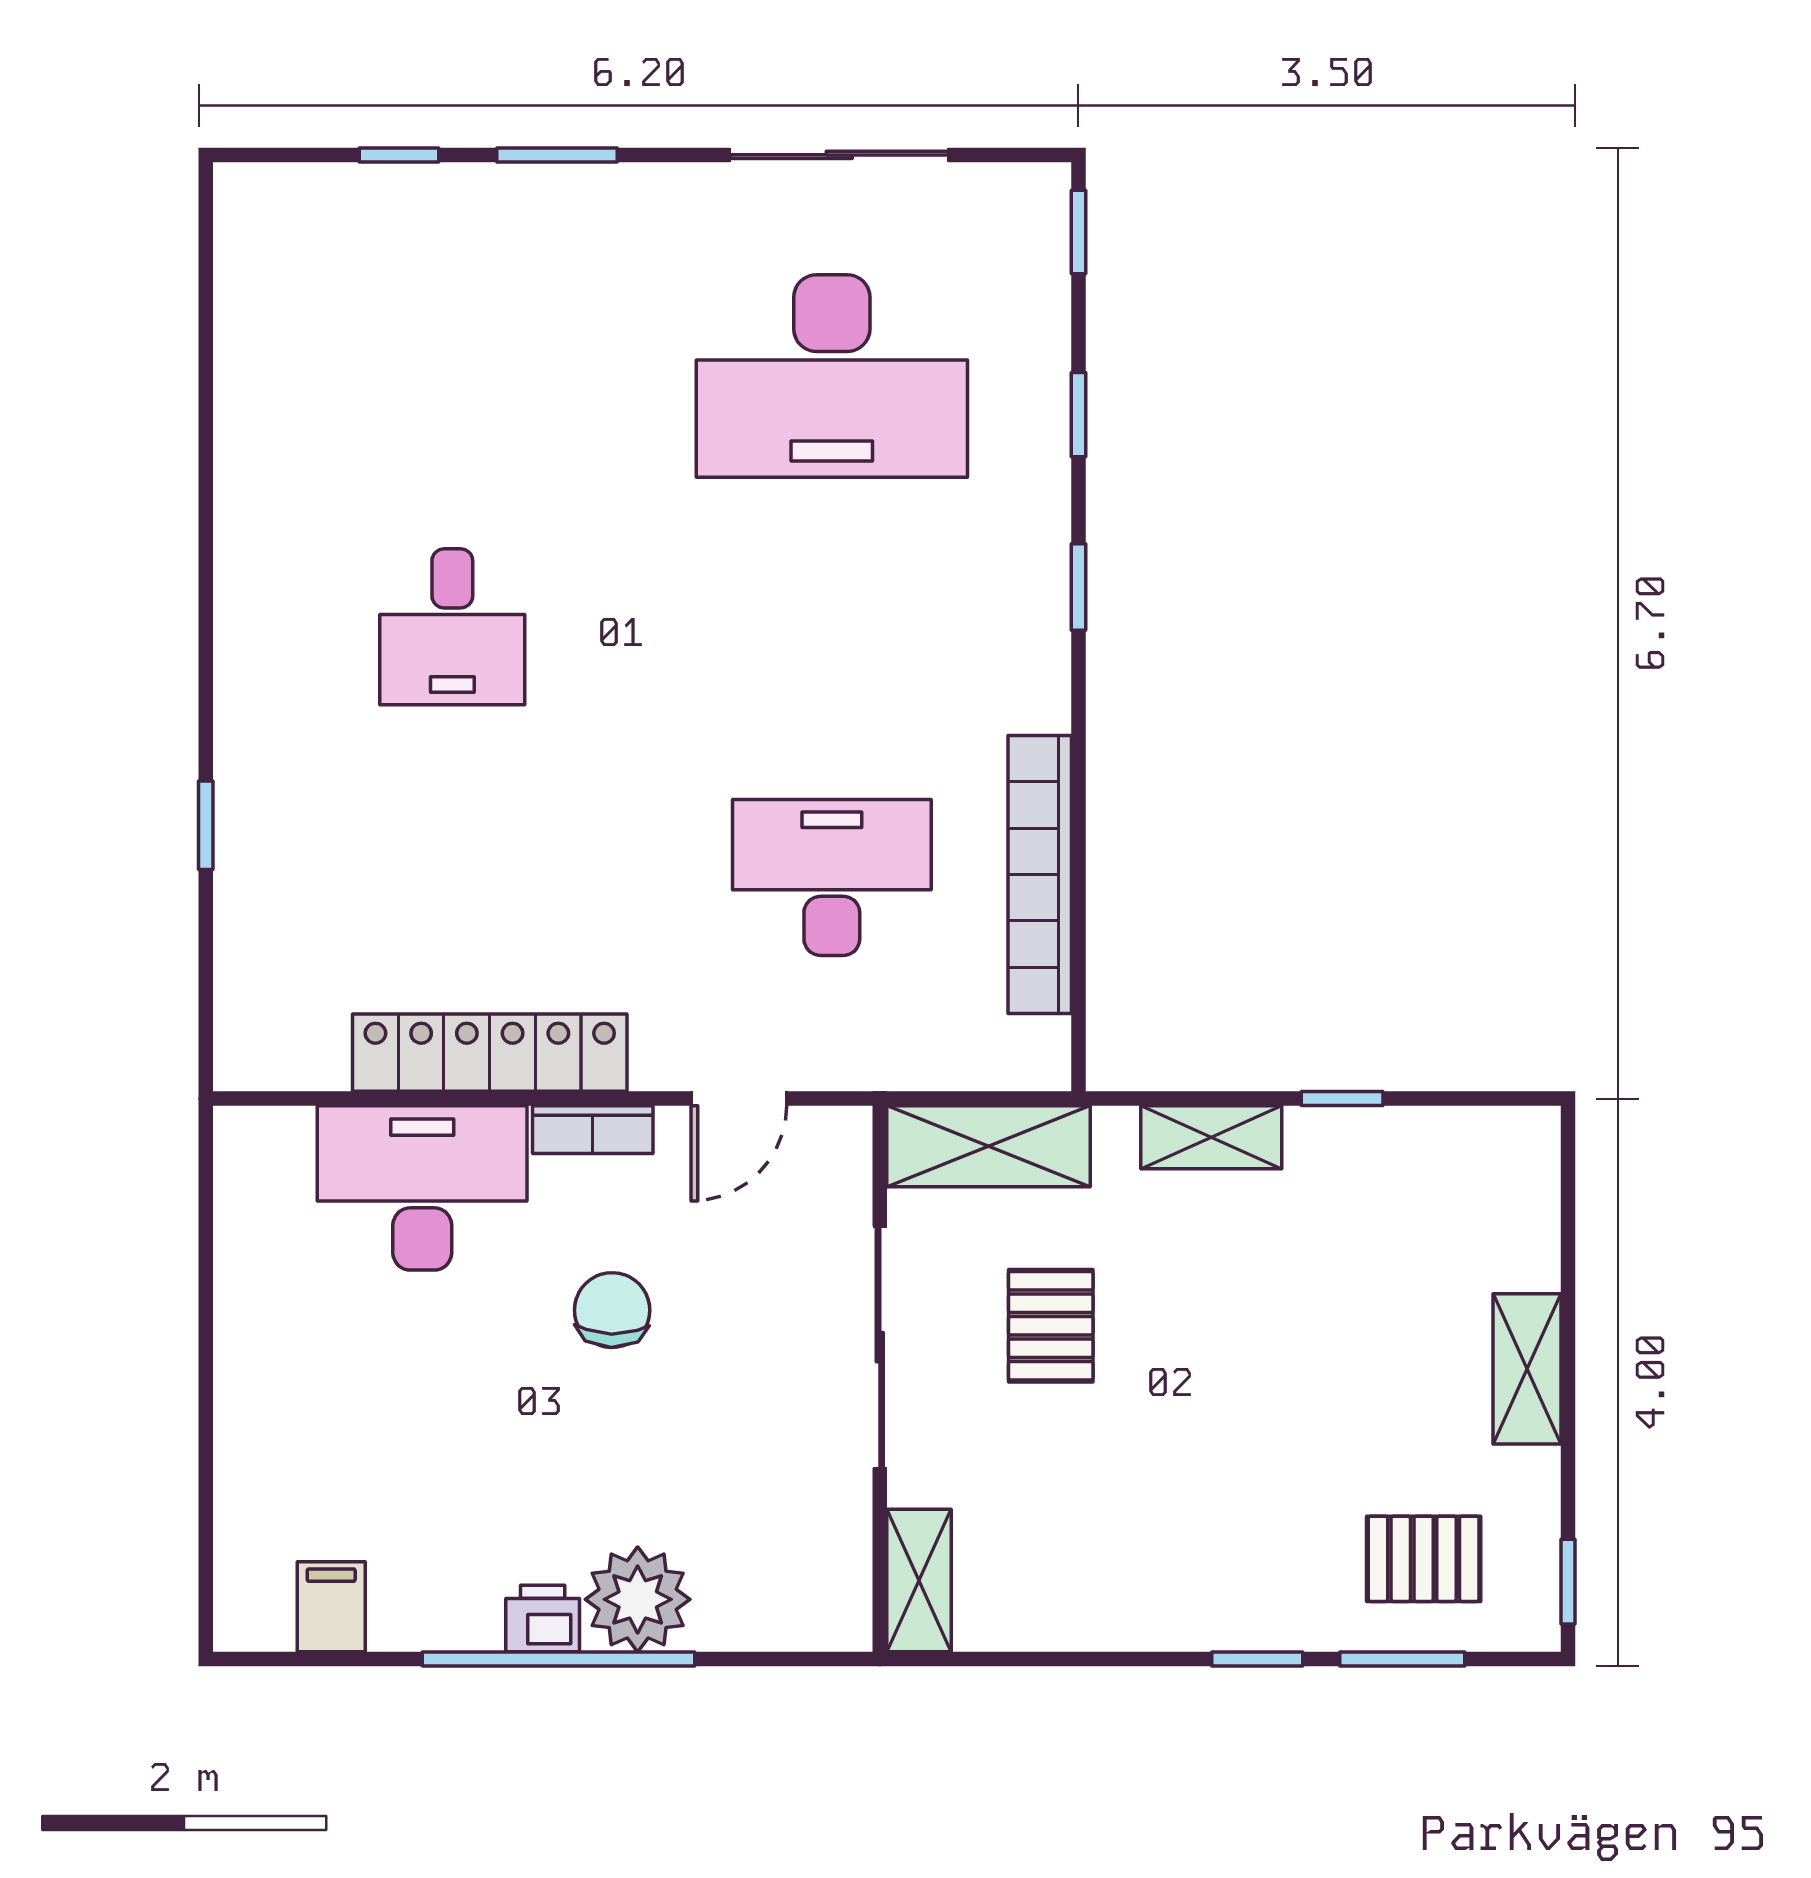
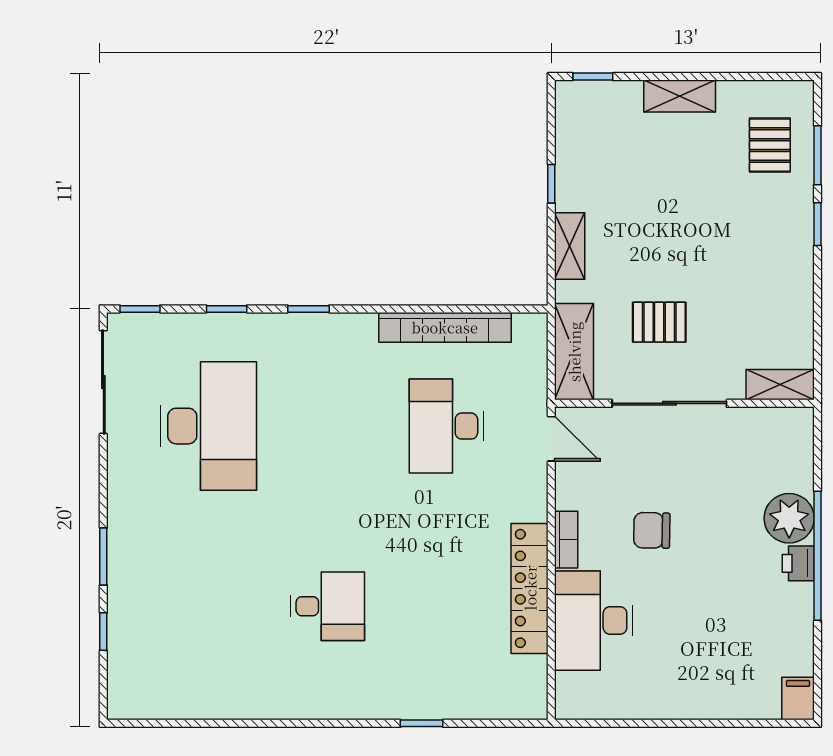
sliding door: (839, 155) -> (103, 382), moved
door: (739, 1099) -> (551, 439), moved
window: (1568, 1582) -> (593, 77), moved
filing cabinet: (331, 1607) -> (798, 698), moved, turned 90

